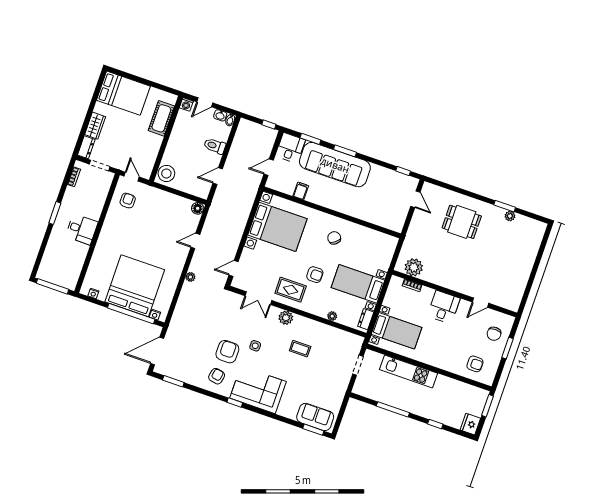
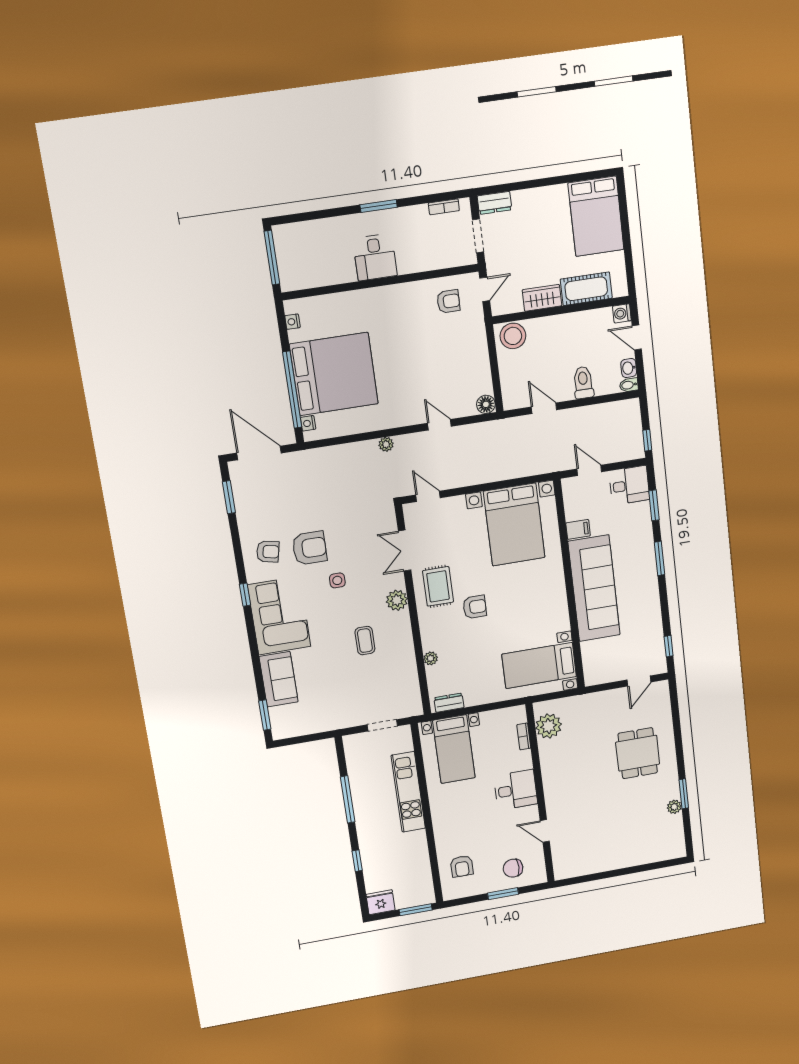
wardrobe: (95, 126) -> (542, 298), moved, turned 180
sofa: (335, 165) -> (594, 588), moved, turned 180
chair: (334, 238) -> (537, 606), removed
armchair: (315, 275) -> (475, 607), turned -90
bed with nightstands: (358, 284) -> (539, 665), moved, turned -90
sofa: (315, 417) -> (279, 679), moved

